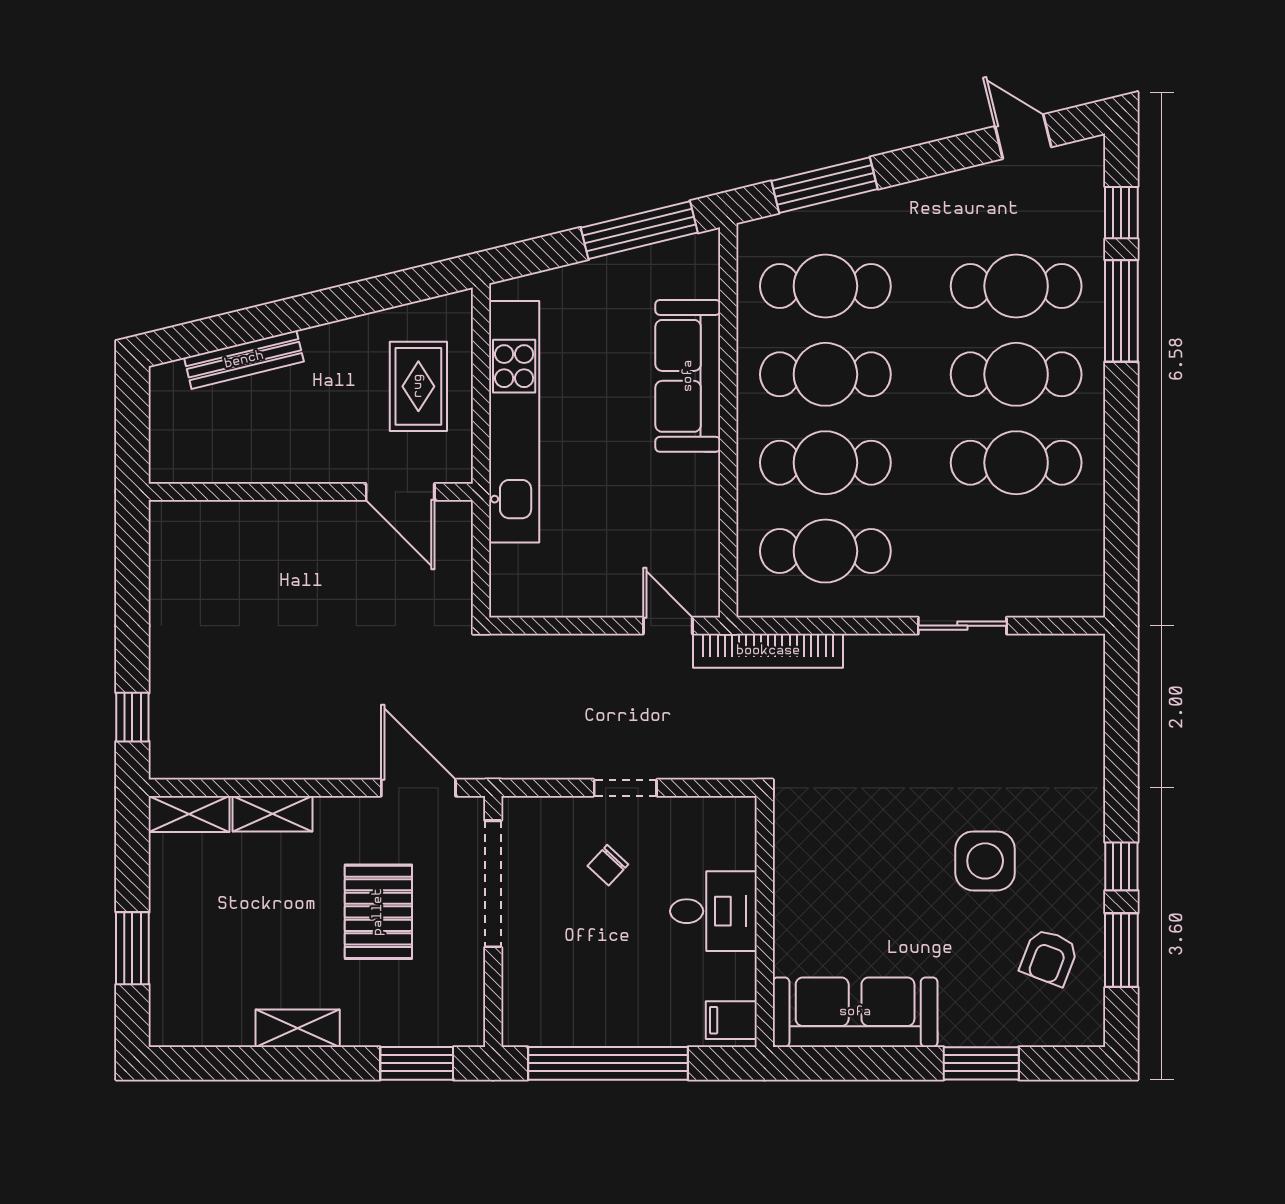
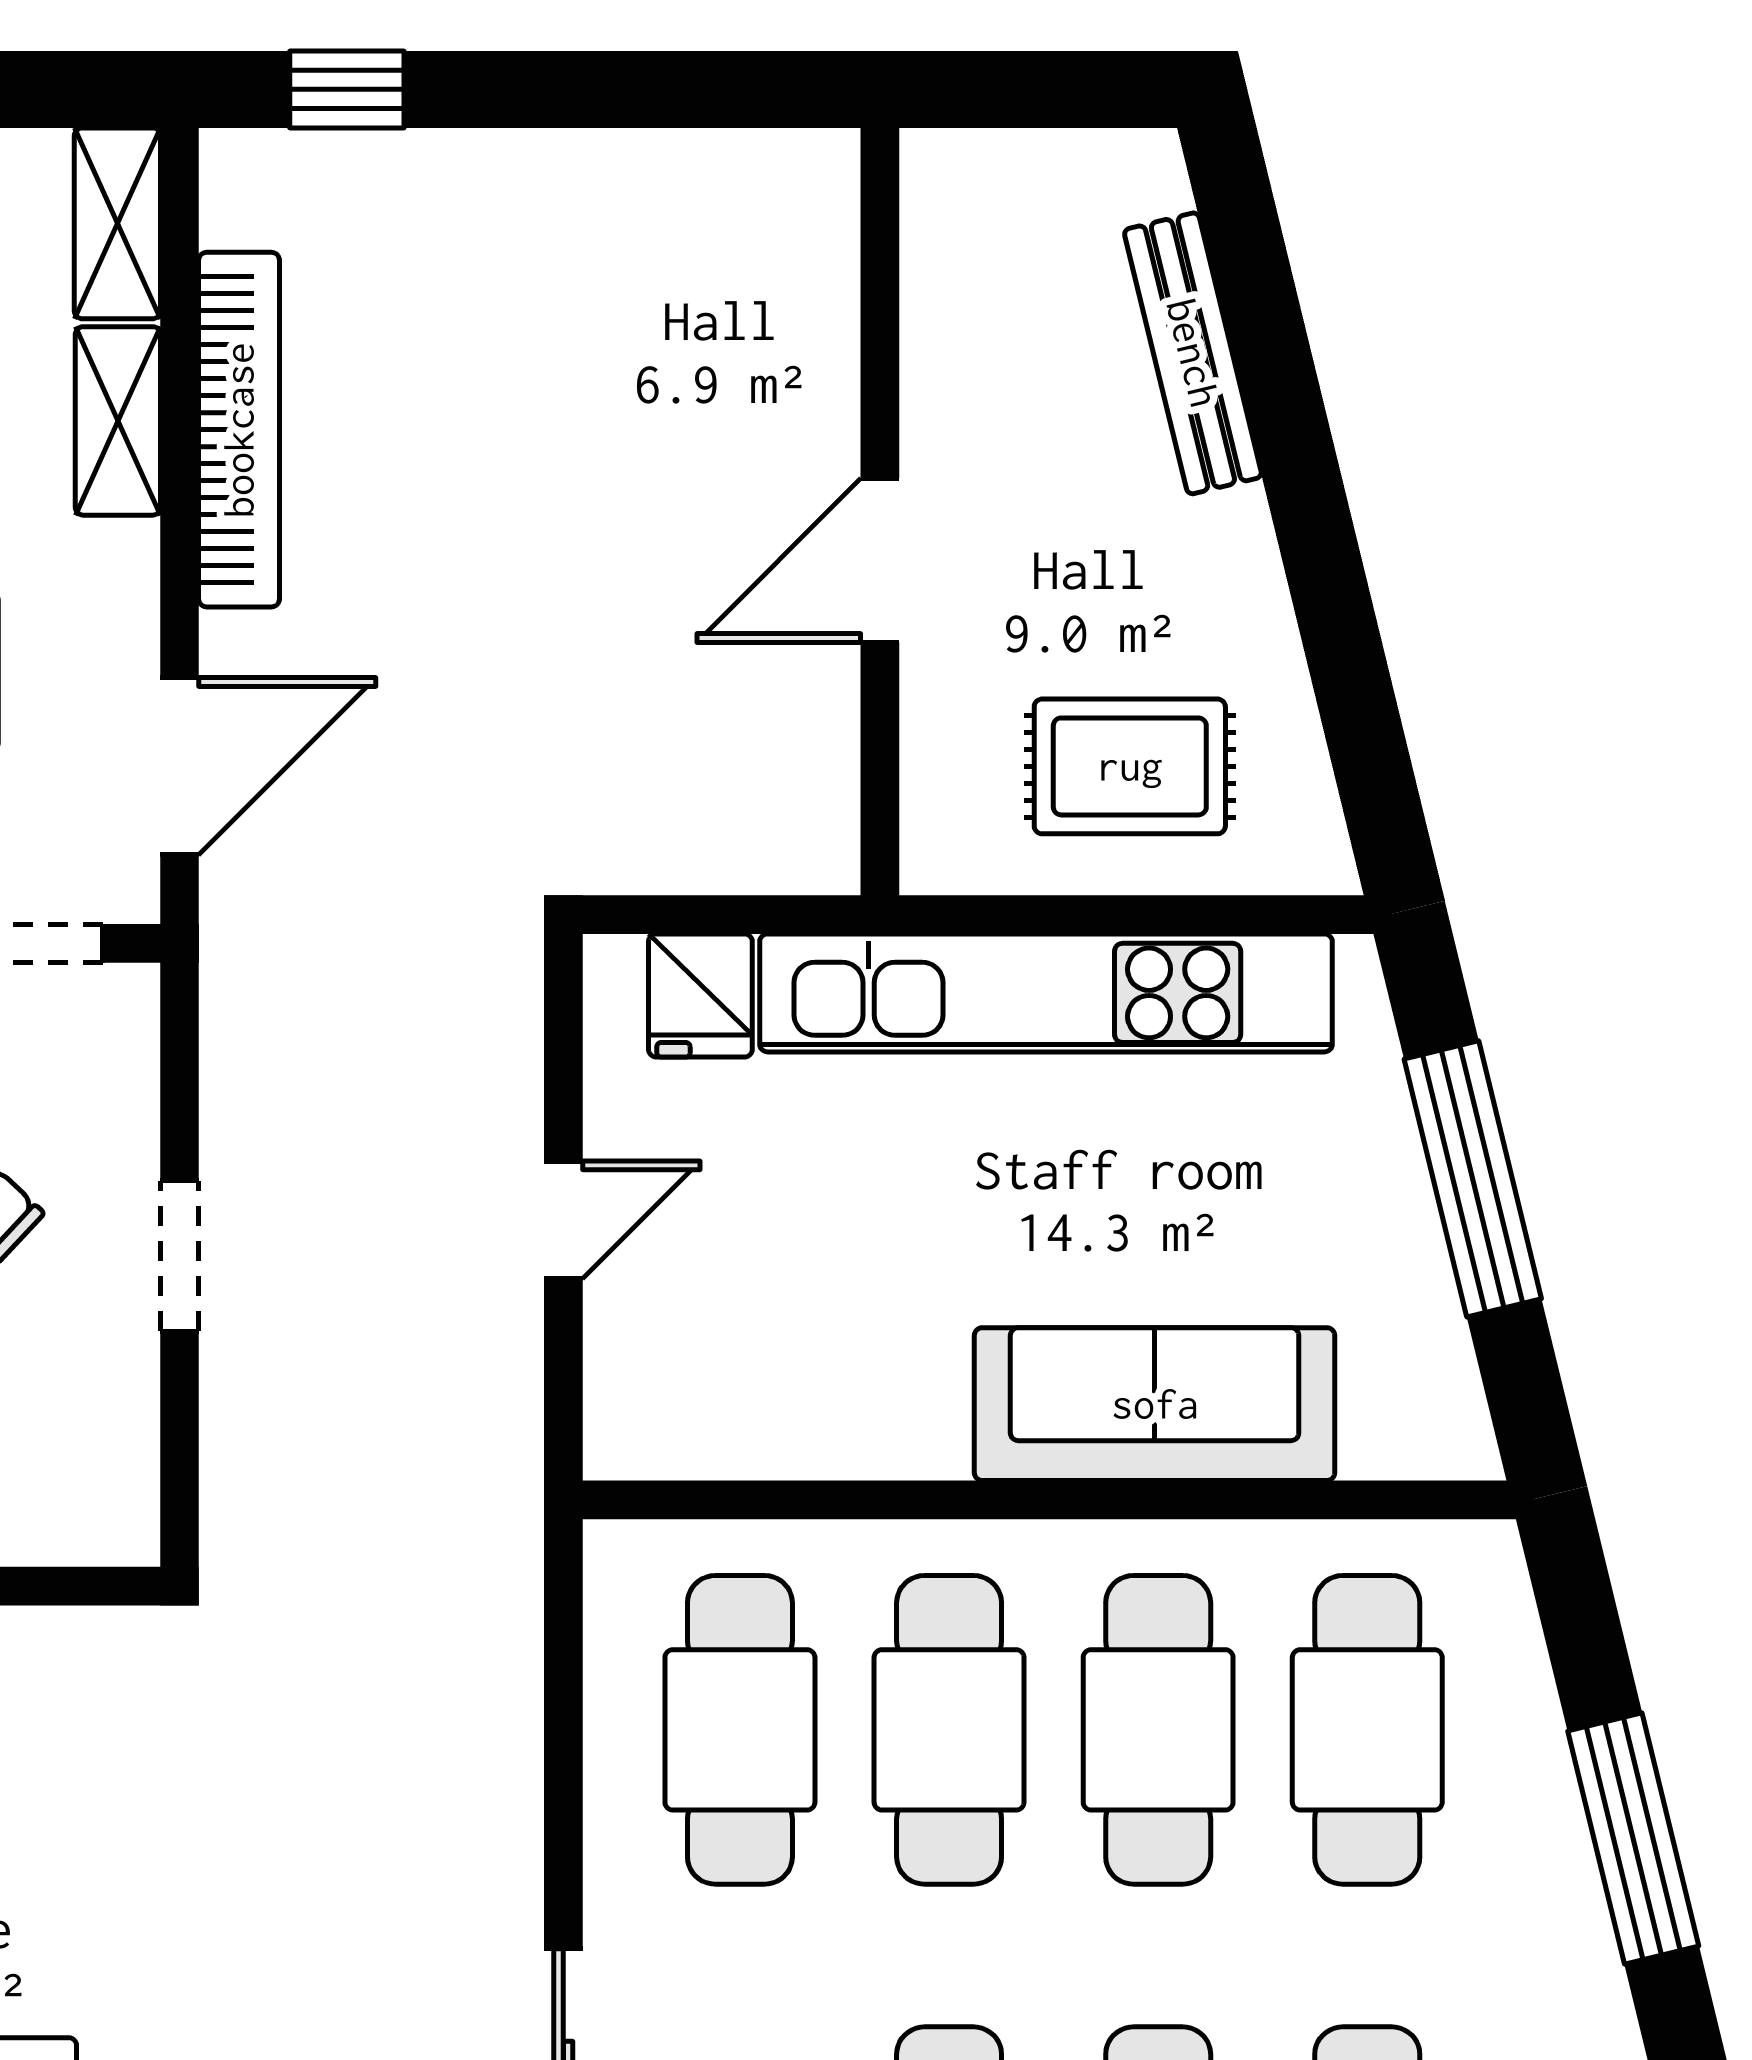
window: (825, 185) -> (1633, 1839), moved
window: (639, 230) -> (1473, 1179), moved
door: (400, 492) -> (880, 560), moved
fridge: (515, 568) -> (700, 995), added
door: (668, 626) -> (563, 1220), moved
bookcase: (768, 651) -> (239, 430), moved, turned 180

